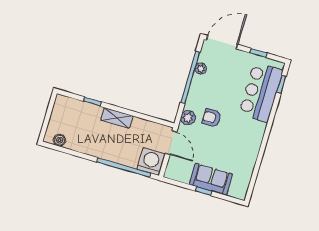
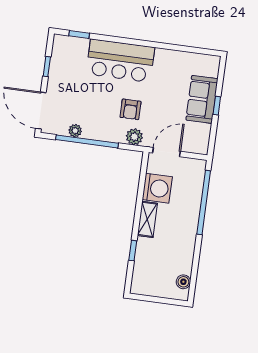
bar counter: (261, 92) -> (120, 61), moved
washing machine: (151, 161) -> (157, 188), moved, turned 180

